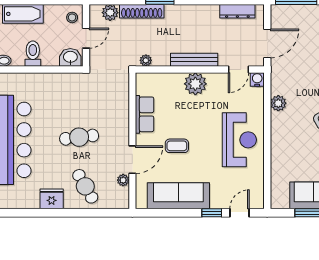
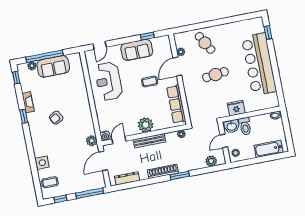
shoe rack: (142, 11) -> (163, 171), moved
toilet: (33, 54) -> (245, 126), moved
plant: (278, 103) -> (92, 141), moved
row of seats: (145, 114) -> (176, 104), width x1.48
reception desk: (239, 140) -> (109, 81), moved
sofa: (178, 196) -> (137, 50), width x0.73
fridge: (52, 199) -> (236, 108), moved, turned 180
window: (212, 213) -> (147, 36), moved

